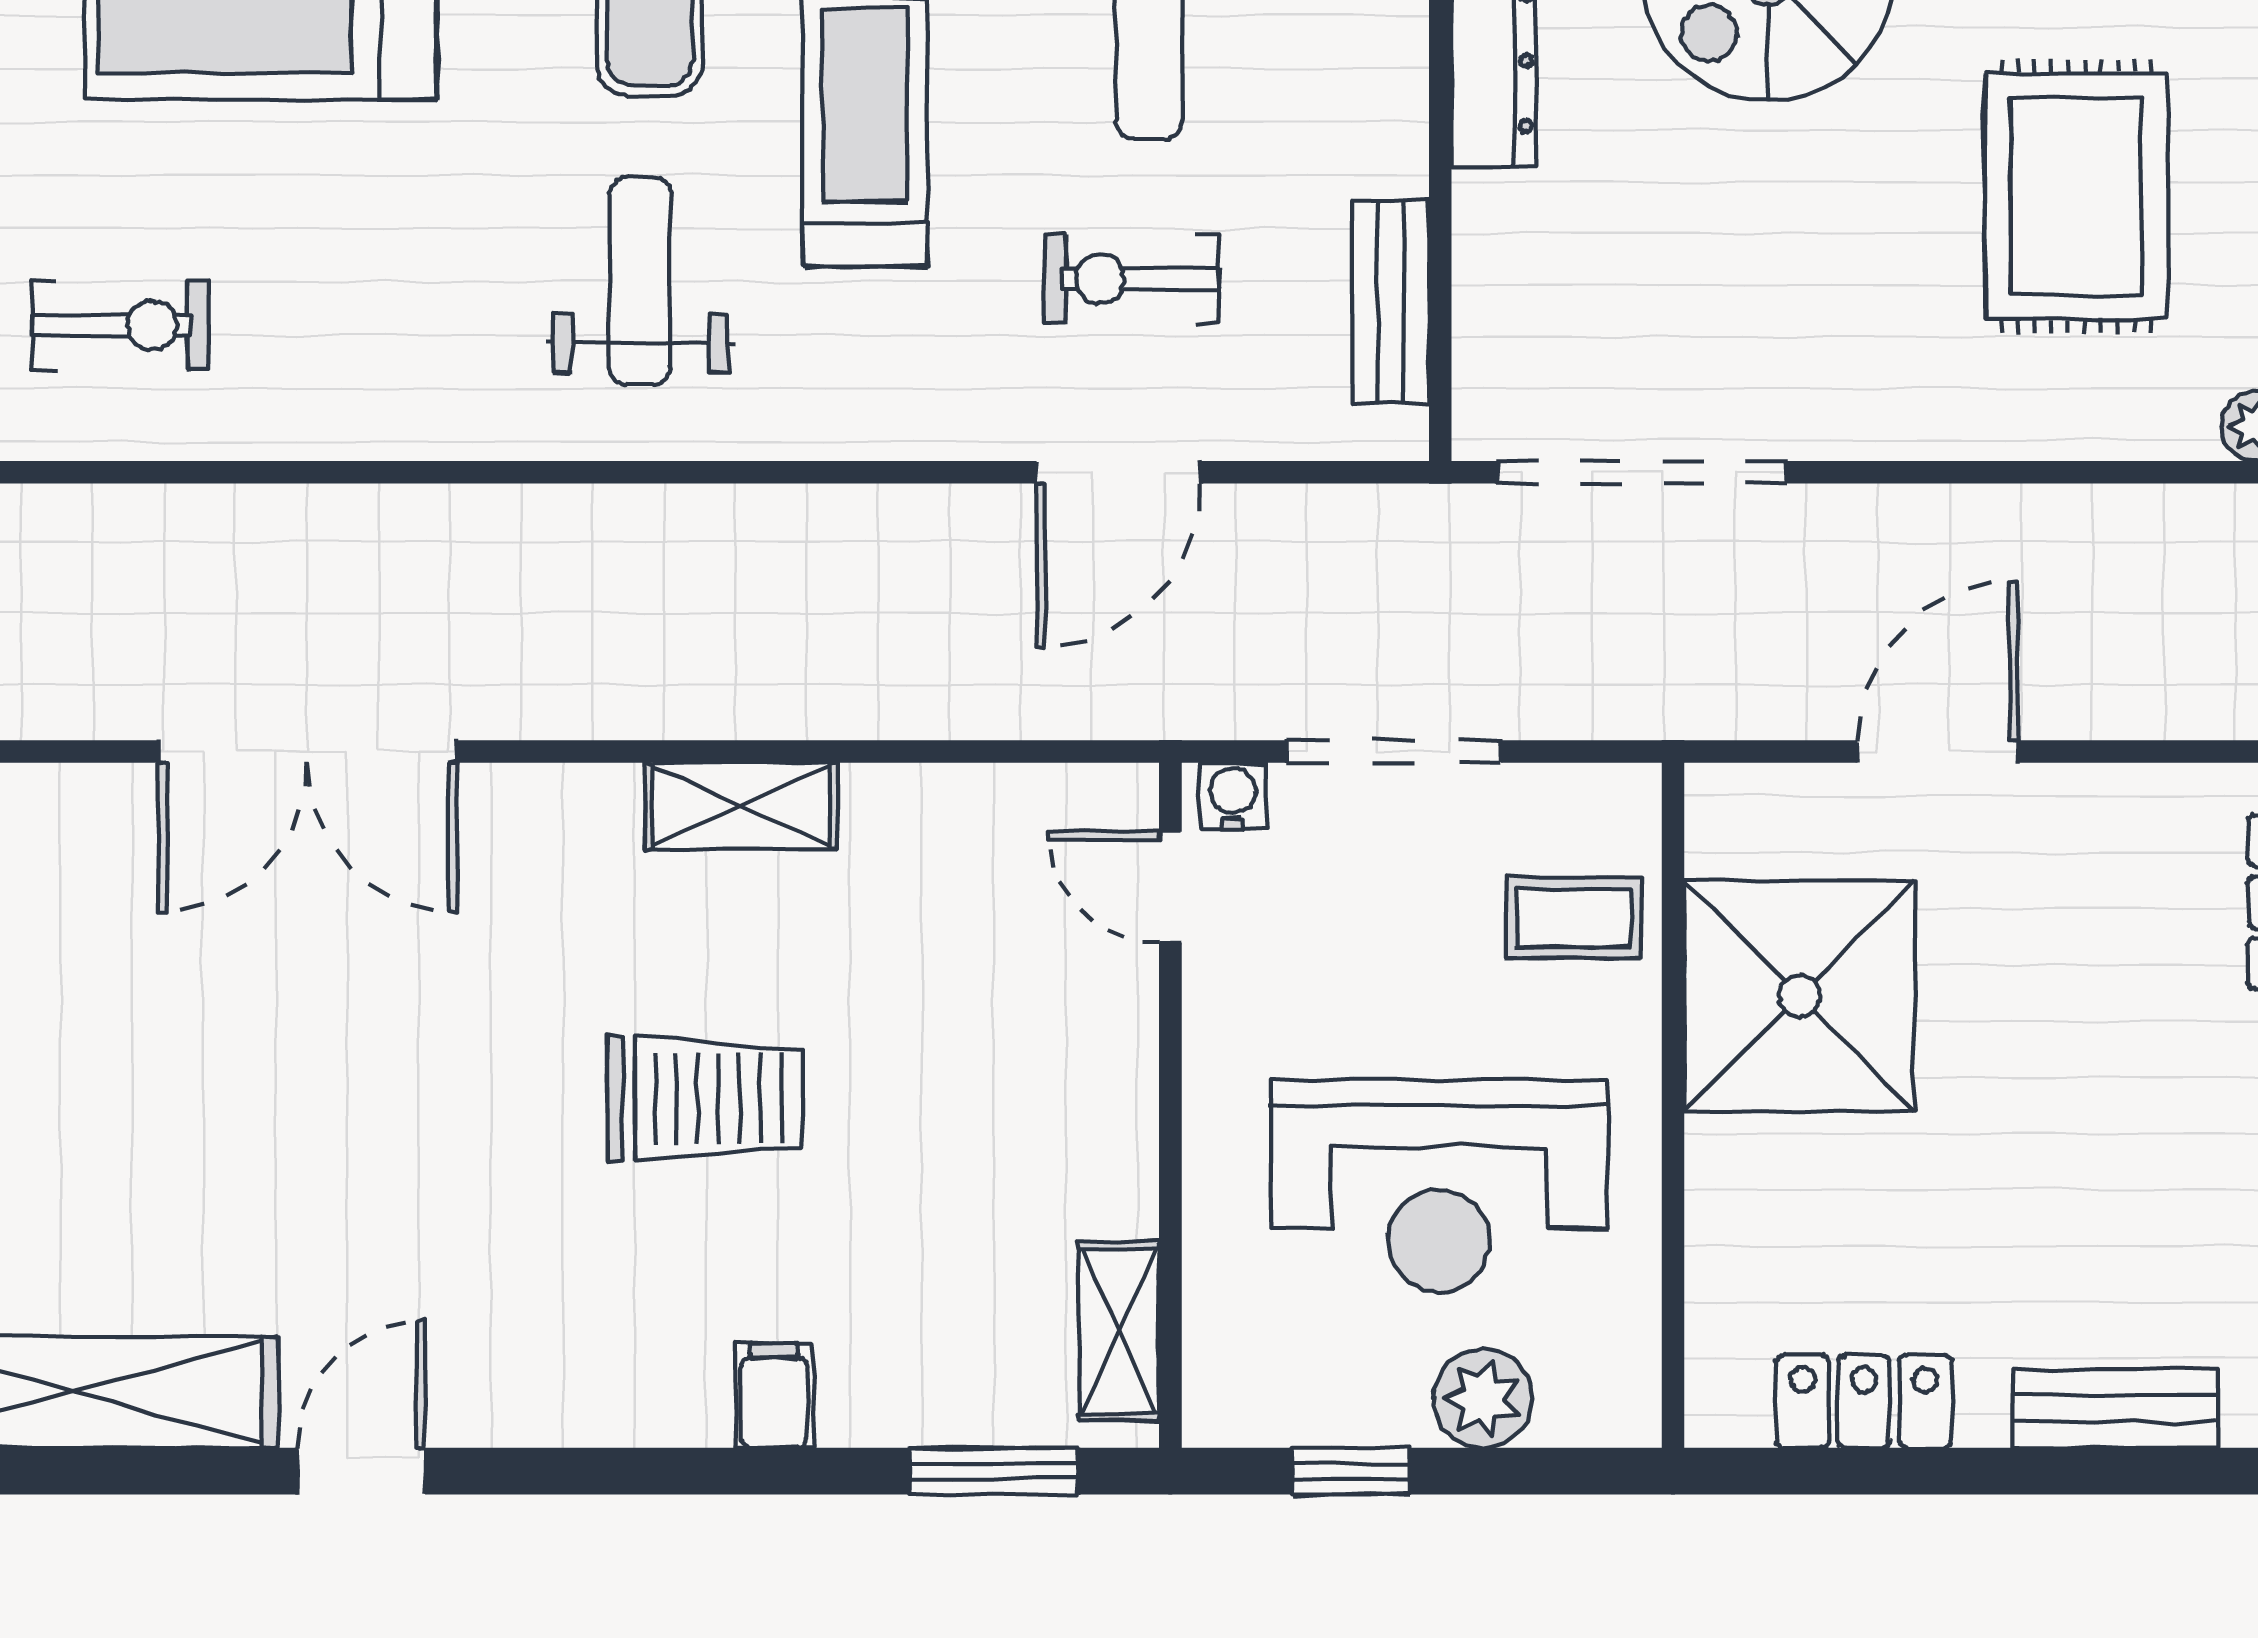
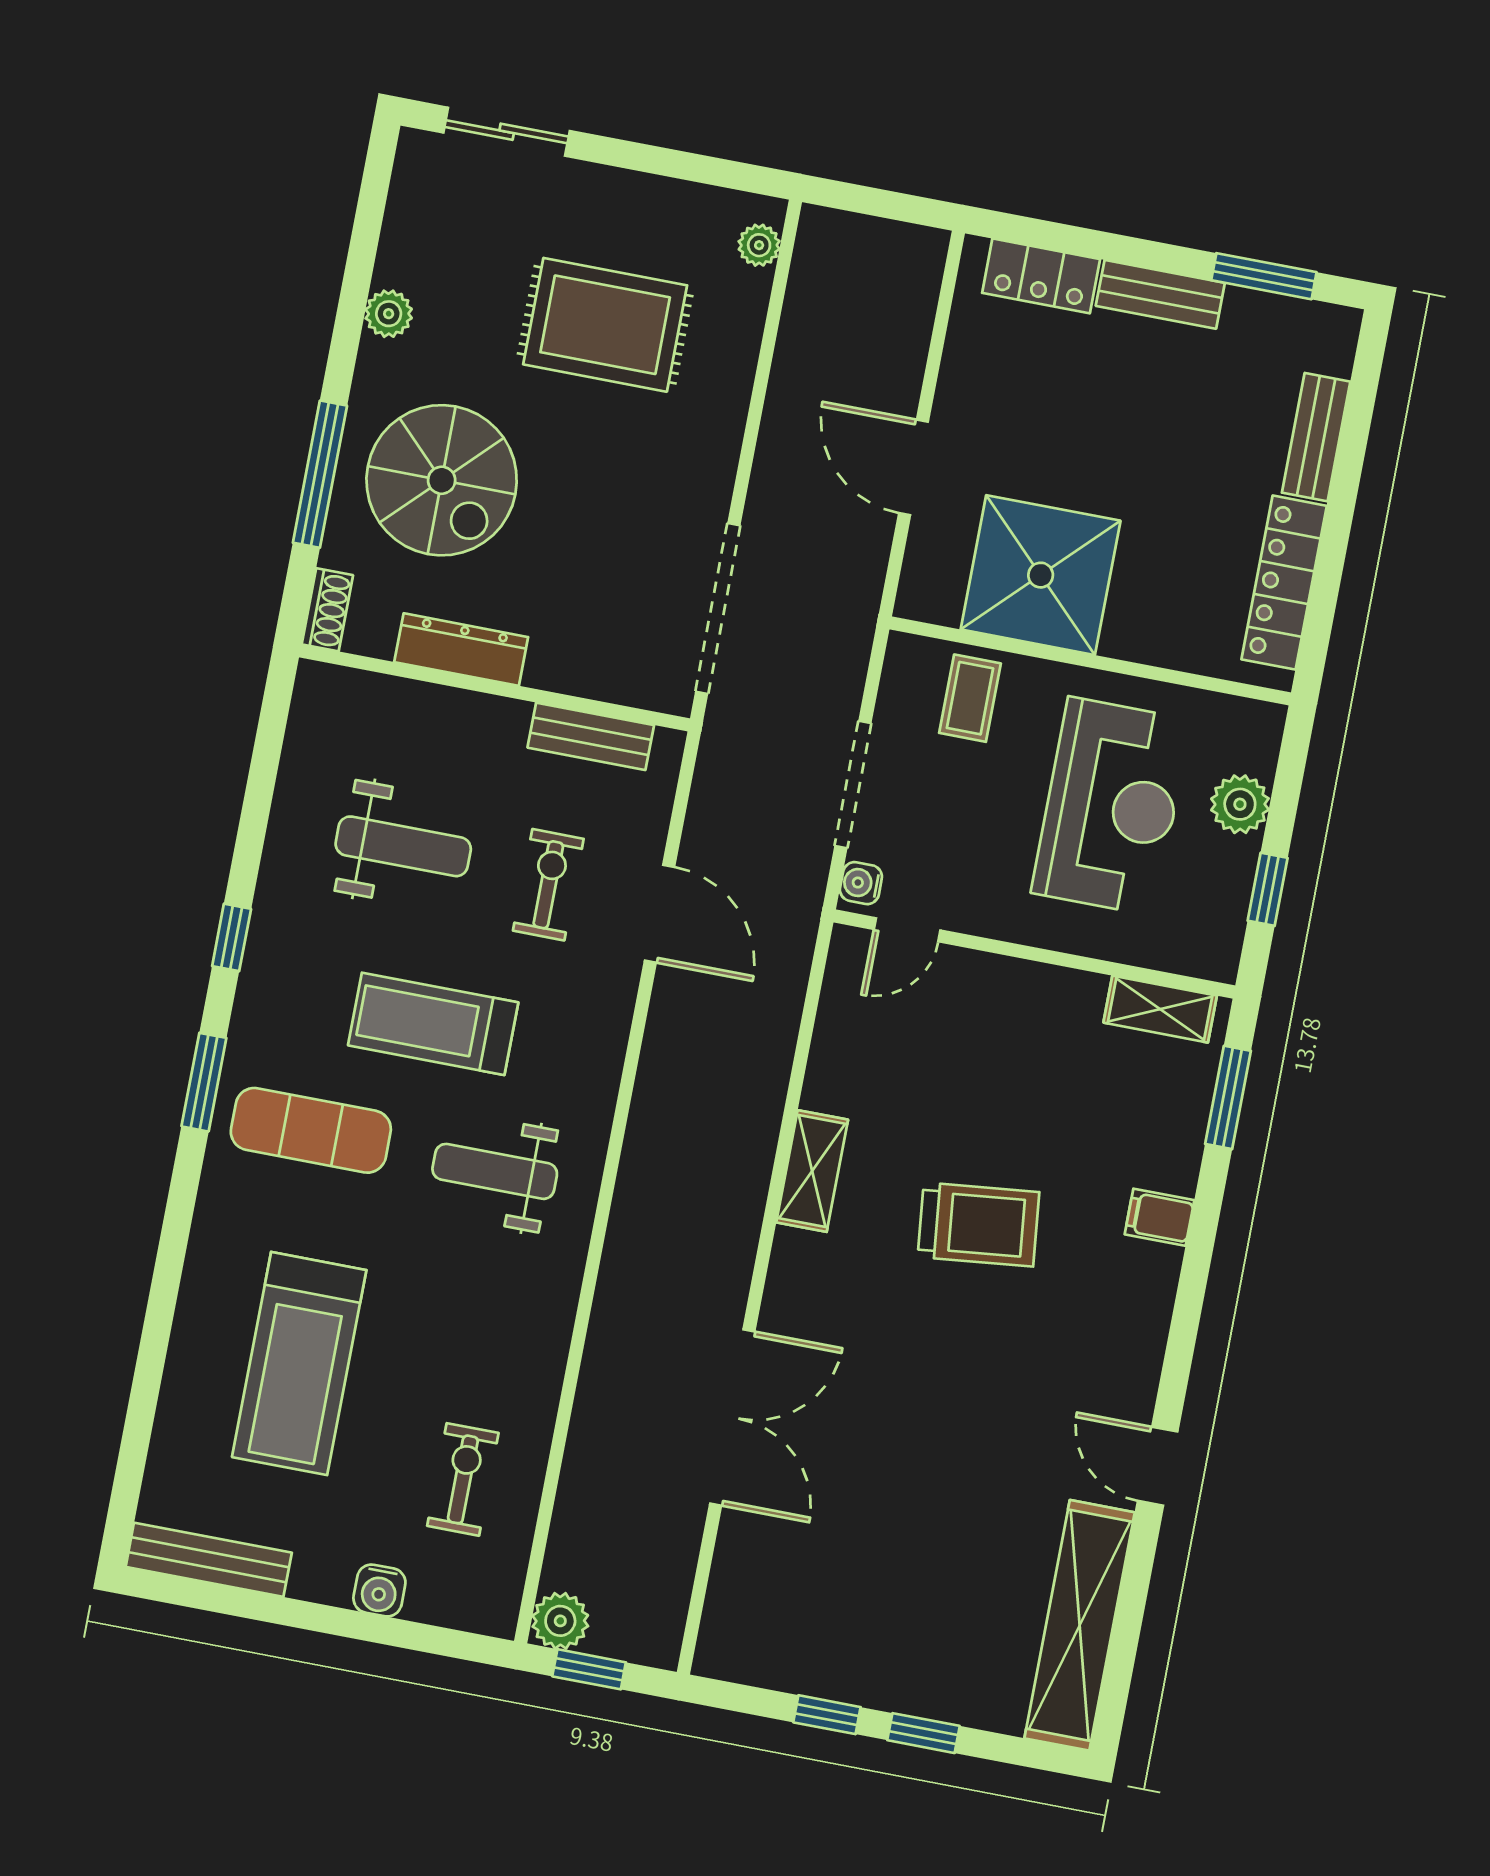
exercise bike: (1131, 279) -> (548, 885), turned 180
trolley: (705, 1098) -> (979, 1224), turned 84
locker: (1864, 1401) -> (1284, 583), width x1.53

